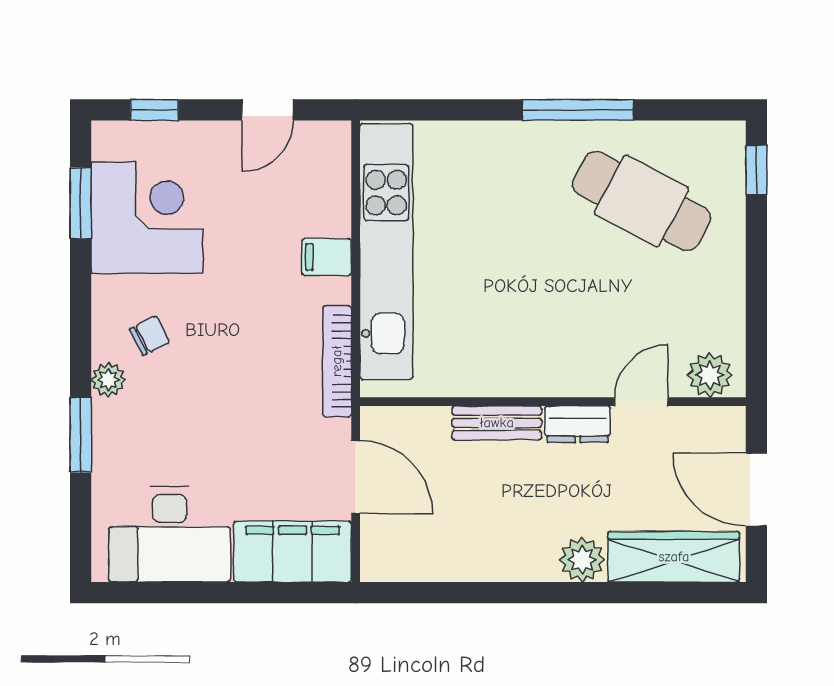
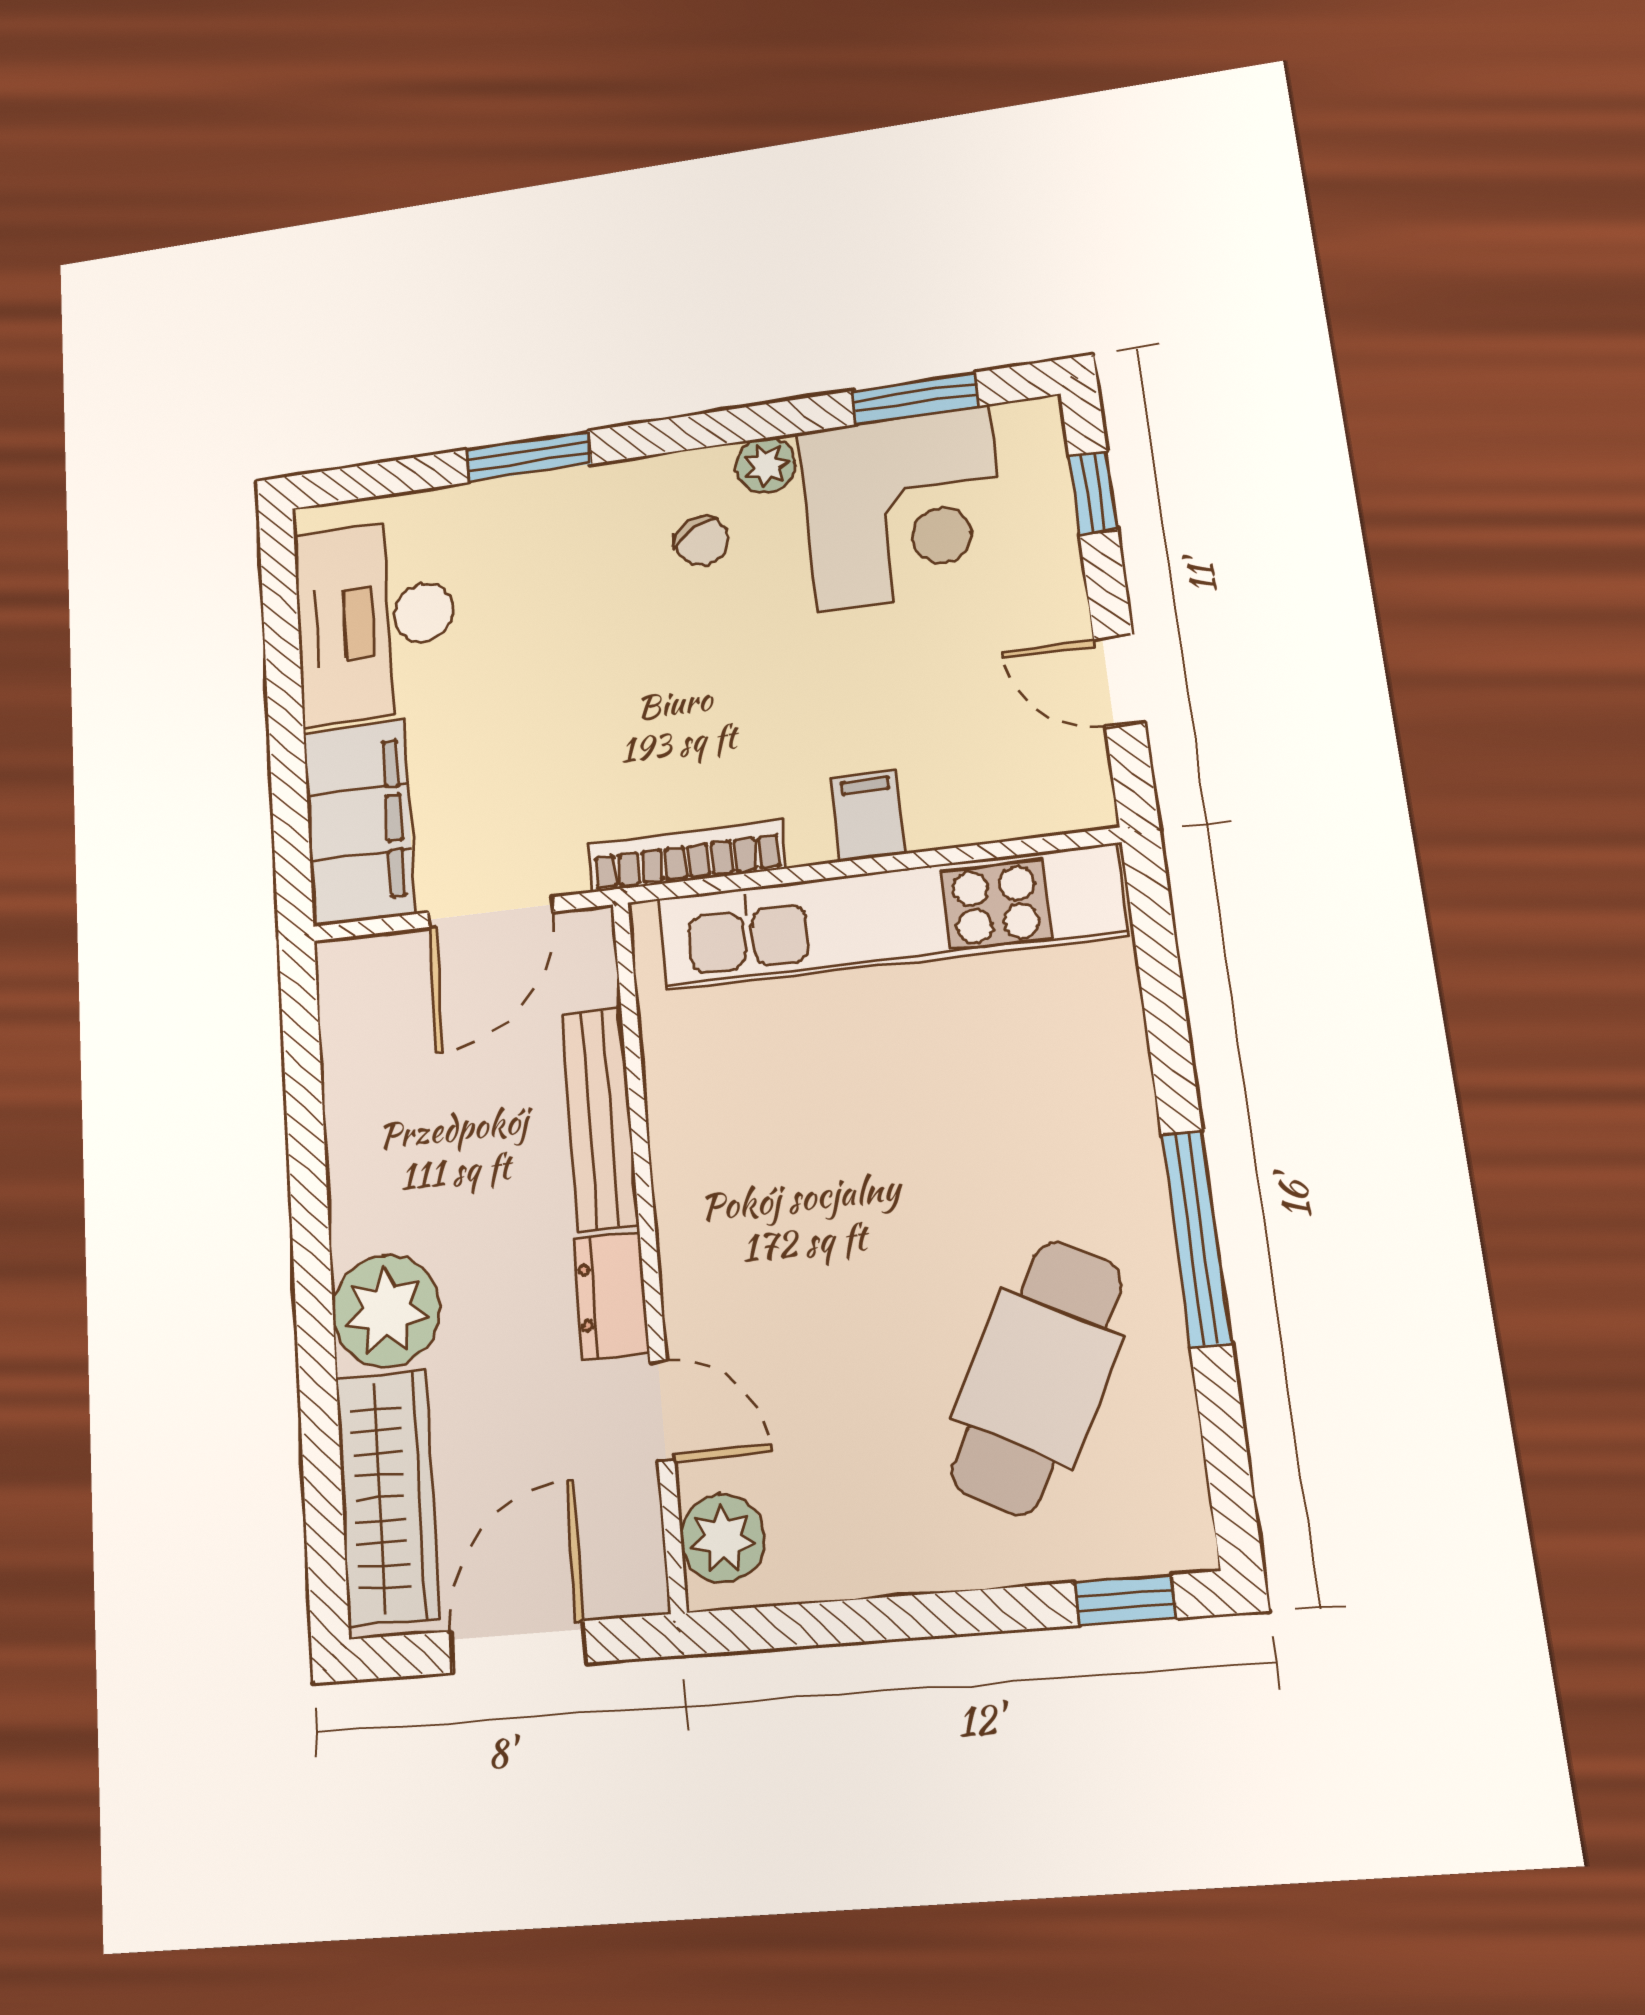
plant: (108, 380) -> (766, 465), moved
bench: (497, 423) -> (600, 1119), width x1.36
plant: (582, 560) -> (386, 1311), width x1.36, depth x1.36

